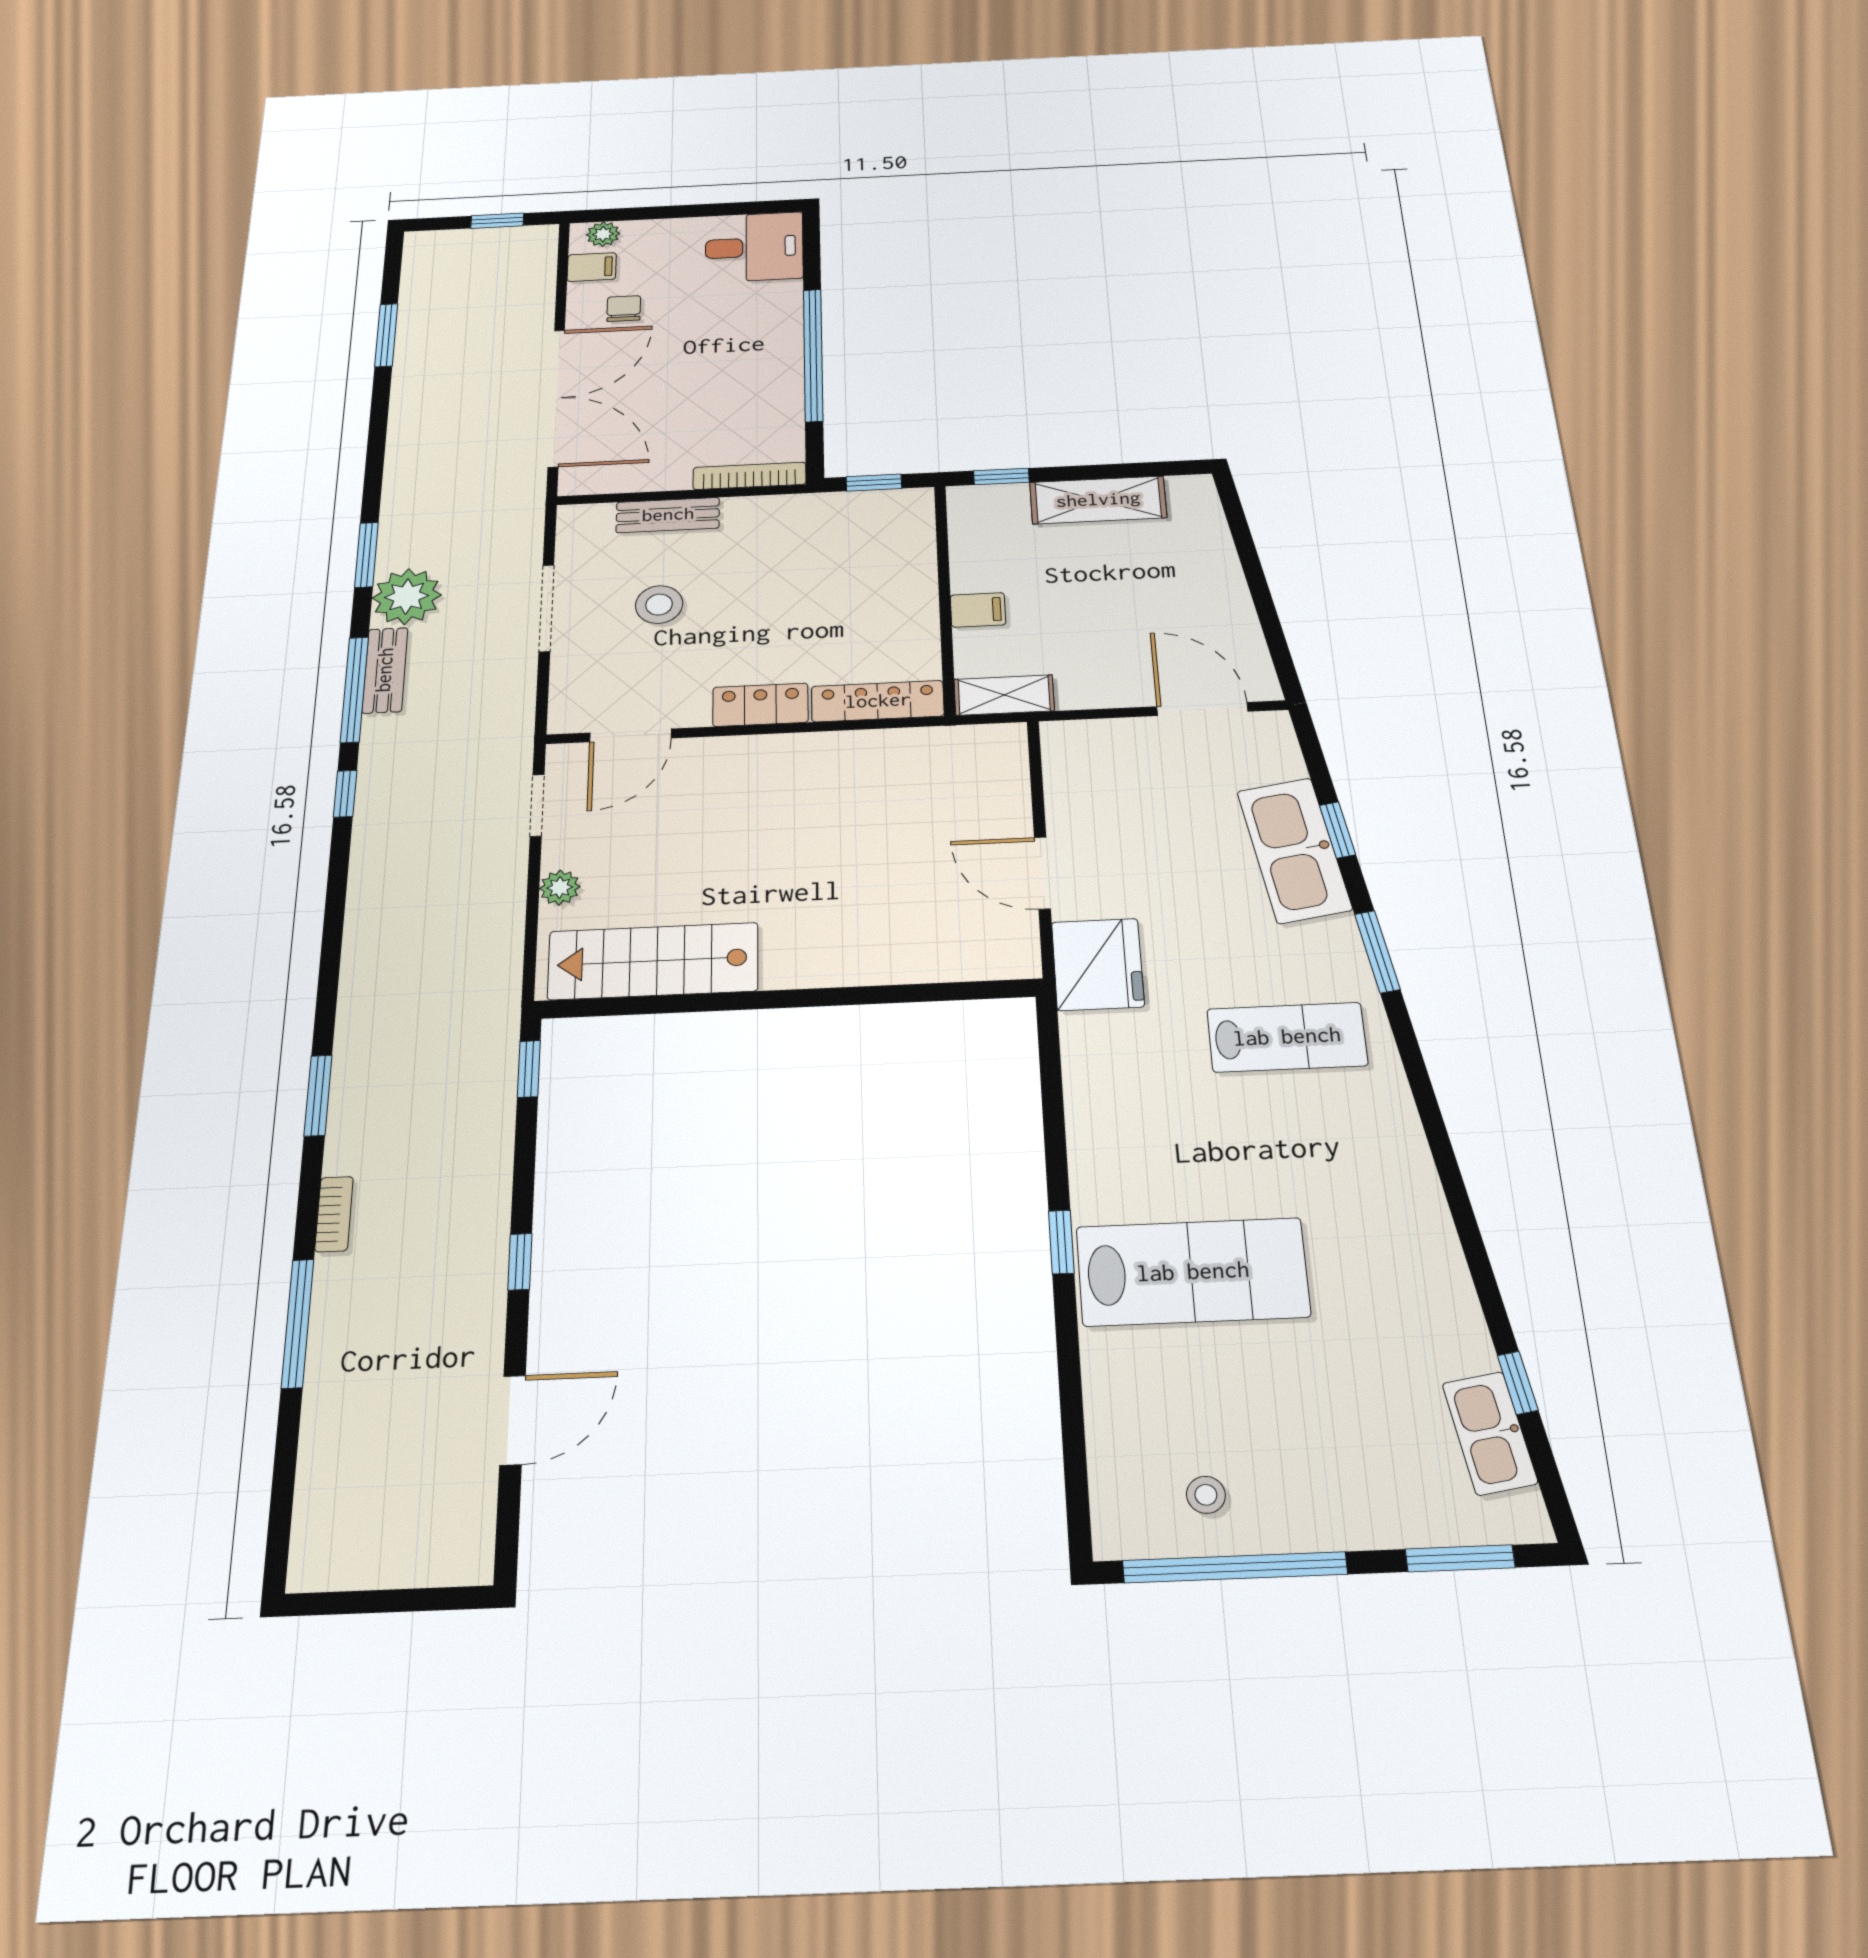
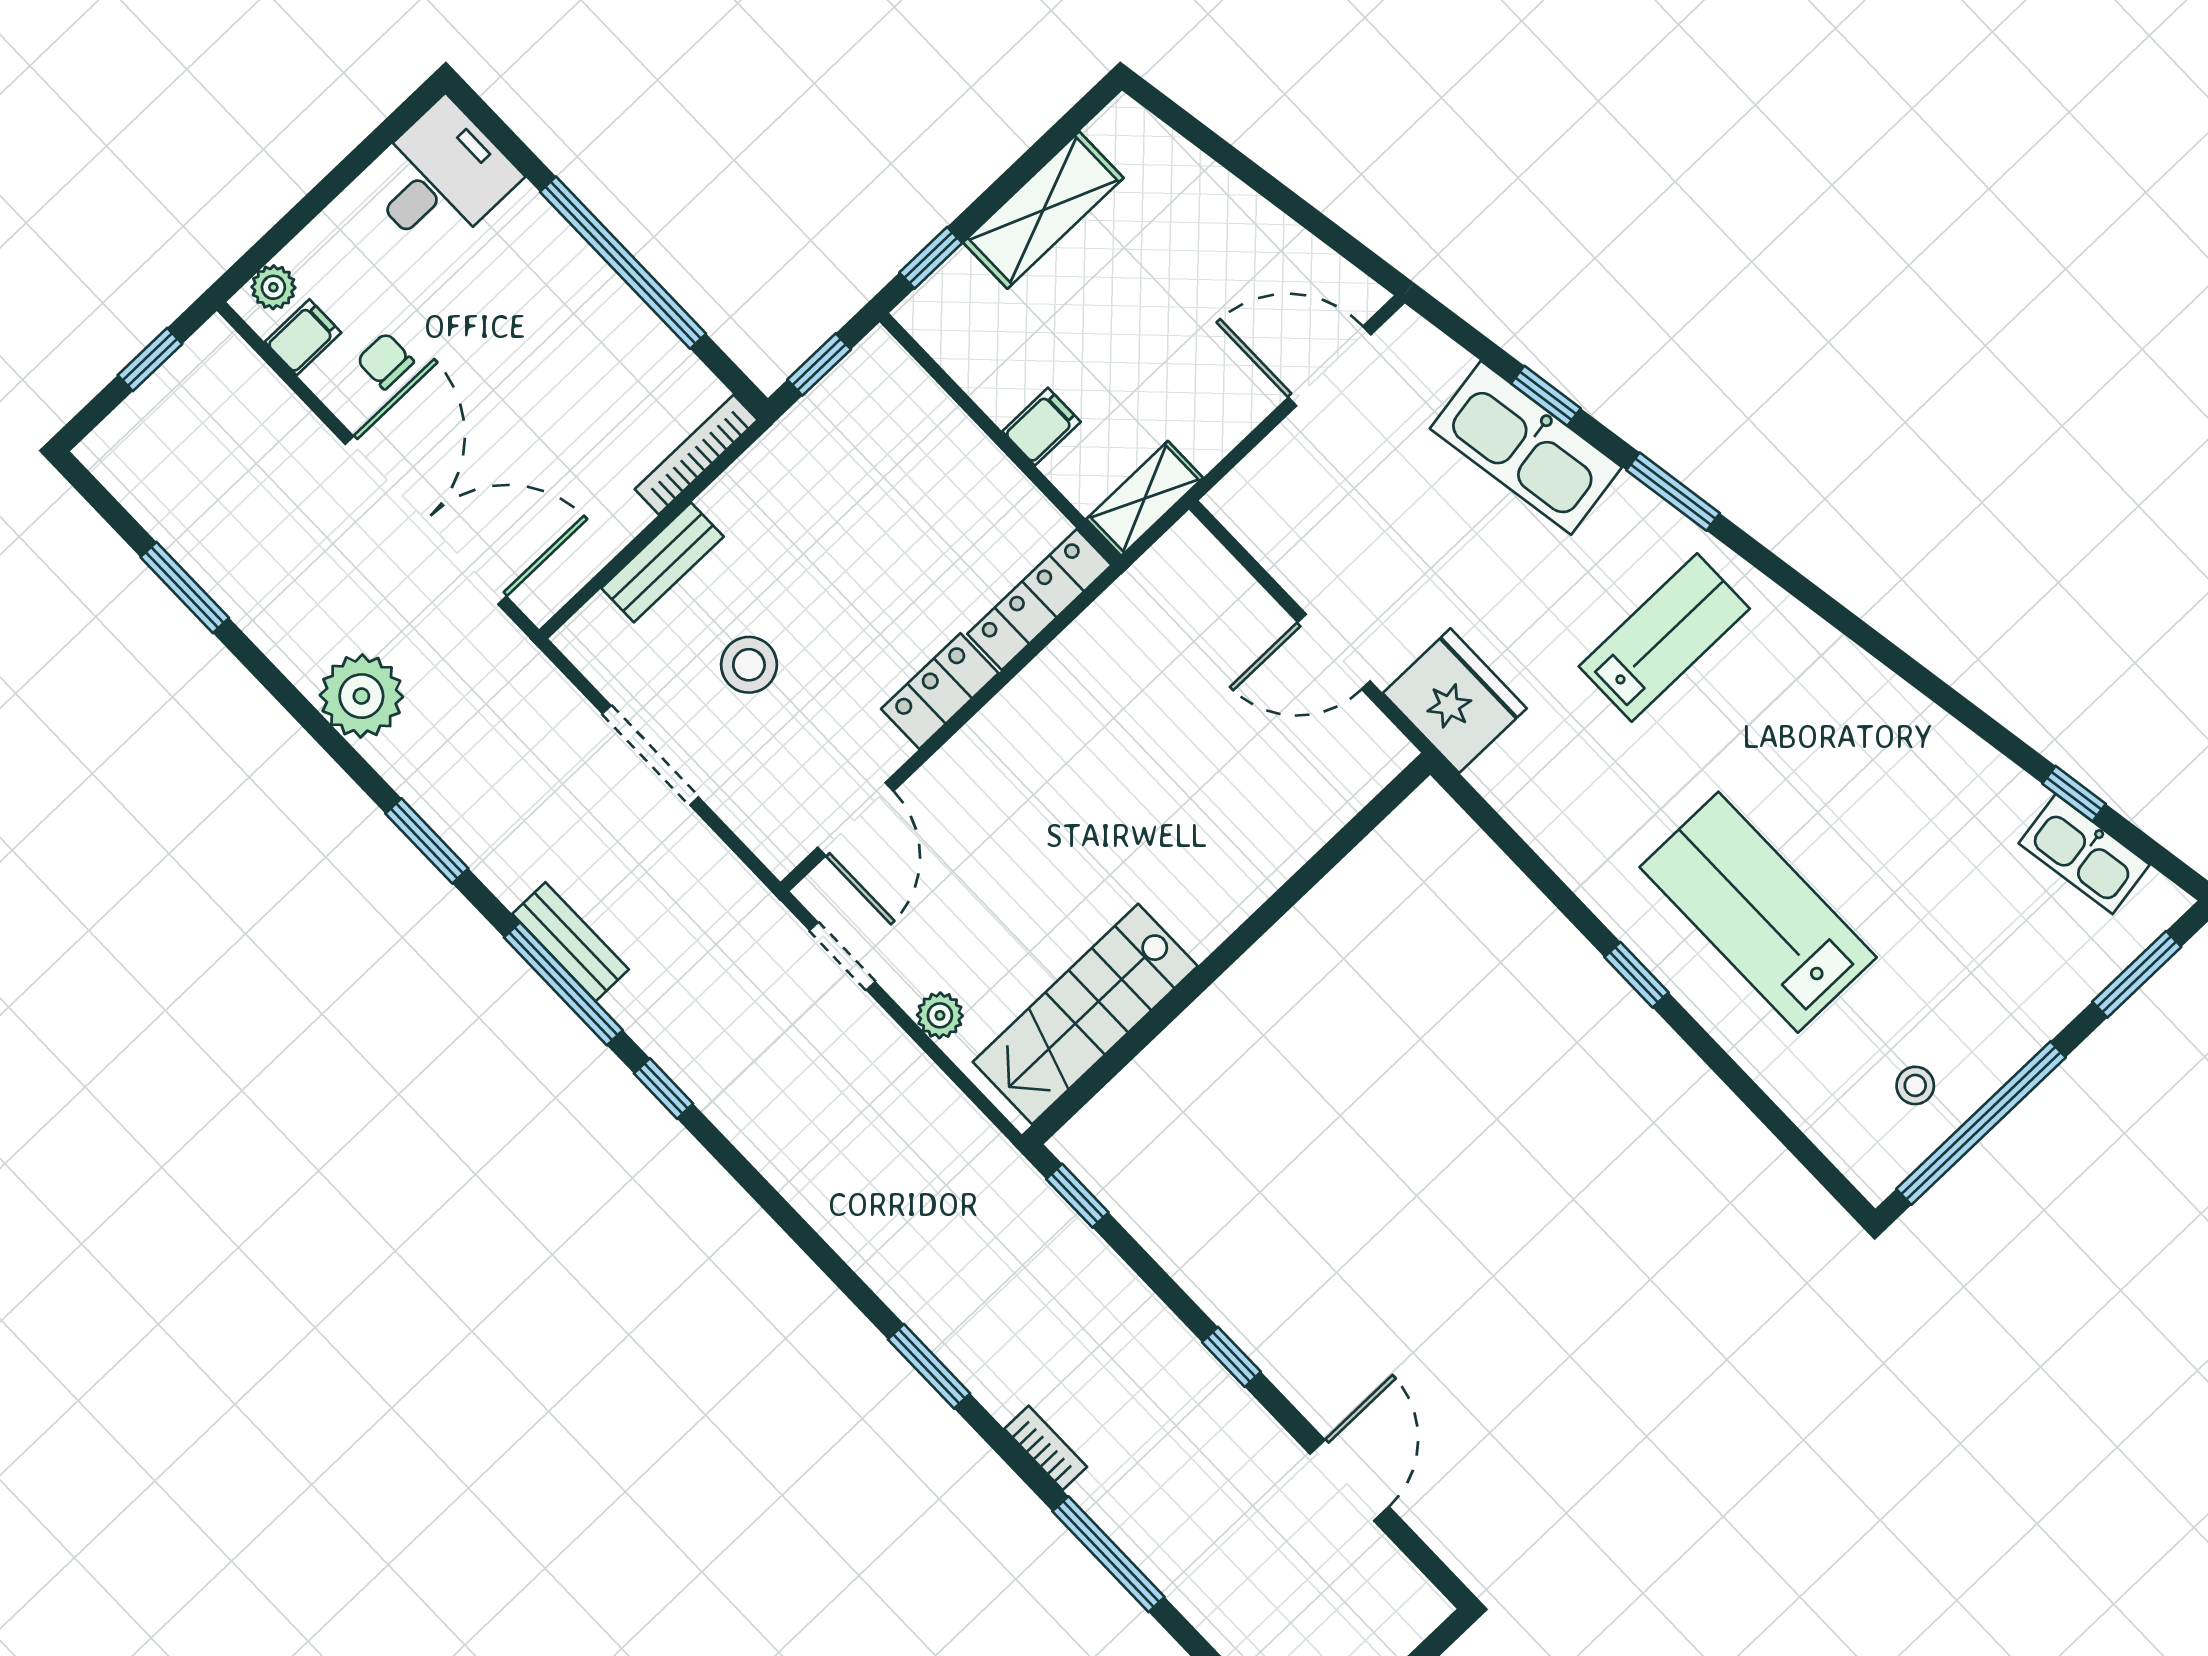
plant: (407, 596) -> (361, 696), moved
lab bench: (1193, 1272) -> (1758, 912), turned -90

